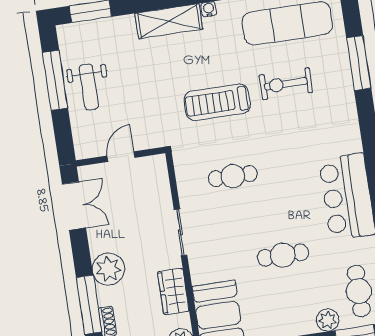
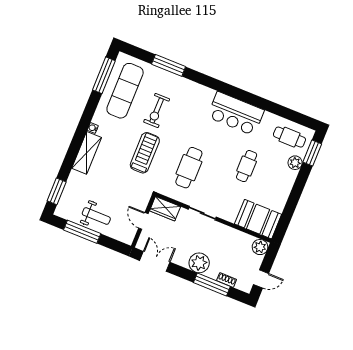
treadmill: (217, 102) -> (145, 153), turned 180
cafe table: (233, 176) -> (189, 168), width x1.37, depth x1.35
wardrobe: (173, 291) -> (165, 209), moved

